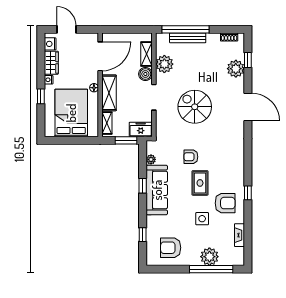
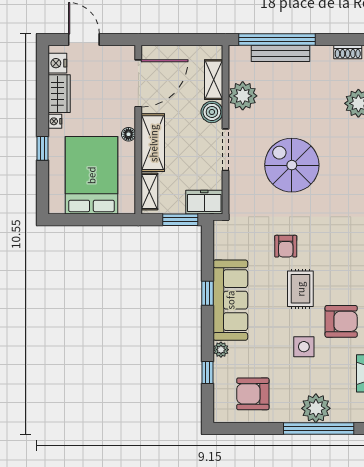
armchair: (191, 157) -> (286, 246), turned -90
plant: (151, 159) -> (221, 350), moved

